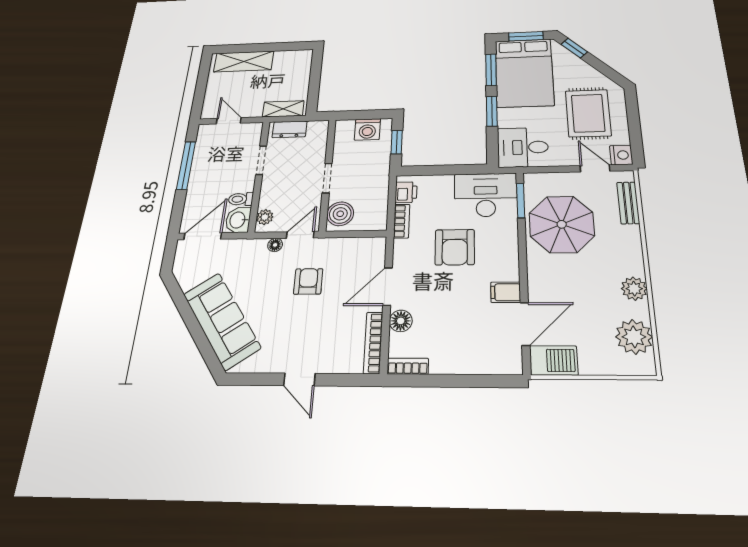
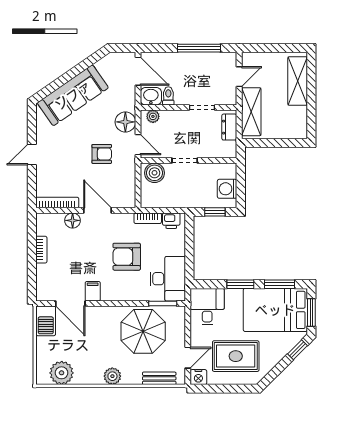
shelving: (283, 109) -> (251, 112), width x1.50, depth x1.33
floor lamp: (275, 245) -> (125, 122), width x1.89, depth x1.89
plant: (634, 289) -> (112, 376), moved
bookcase: (408, 366) -> (41, 250), moved

